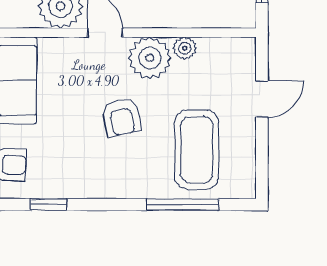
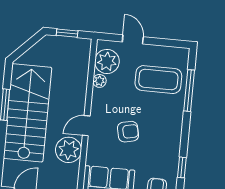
plant: (150, 58) -> (107, 61), moved
armchair: (121, 117) -> (128, 132), moved

